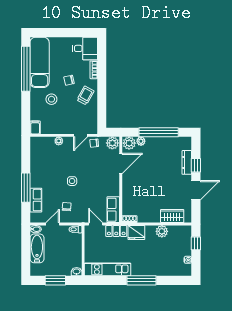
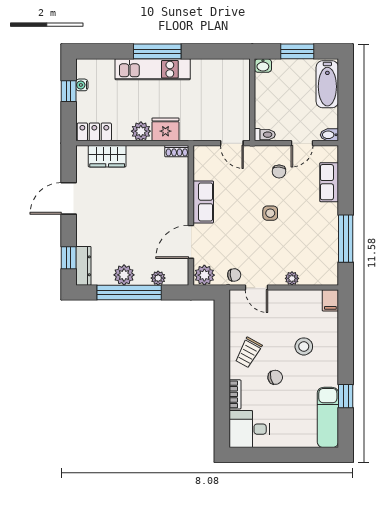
exam couch: (40, 62) -> (328, 417), width x0.73, depth x0.69
window: (26, 69) -> (346, 396), width x0.32
door: (81, 135) -> (256, 287), swing flipped
plant: (129, 143) -> (124, 275), moved
dresser: (187, 162) -> (83, 266), moved
window: (196, 165) -> (69, 258), moved
window: (26, 188) -> (346, 239), moved
row of seats: (113, 210) -> (203, 202), moved
locker: (116, 231) -> (94, 132), moved
plant: (162, 231) -> (141, 131), moved
window: (196, 243) -> (69, 91), moved
bathtub: (37, 248) -> (327, 84), moved
kitchen unit: (107, 269) -> (153, 69), moved

